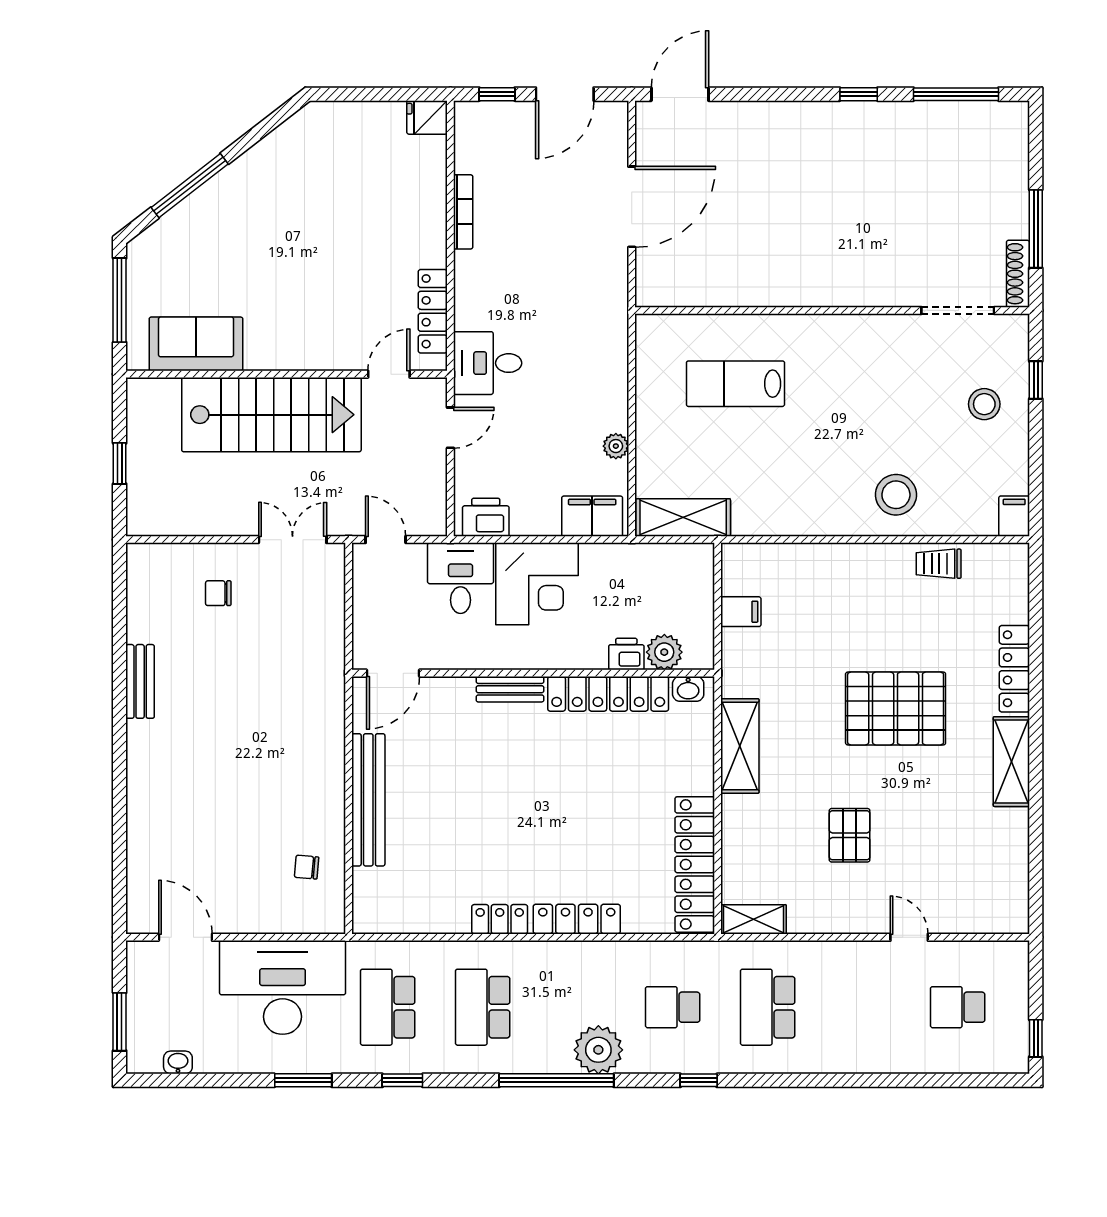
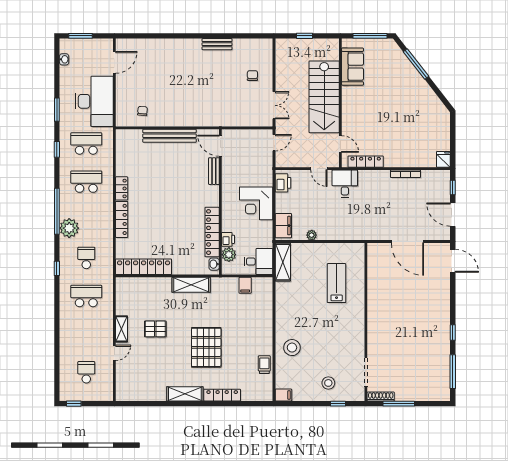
desk: (461, 578) -> (259, 262), moved
bench: (510, 689) -> (214, 171), moved
shelving: (753, 919) -> (122, 329), moved

